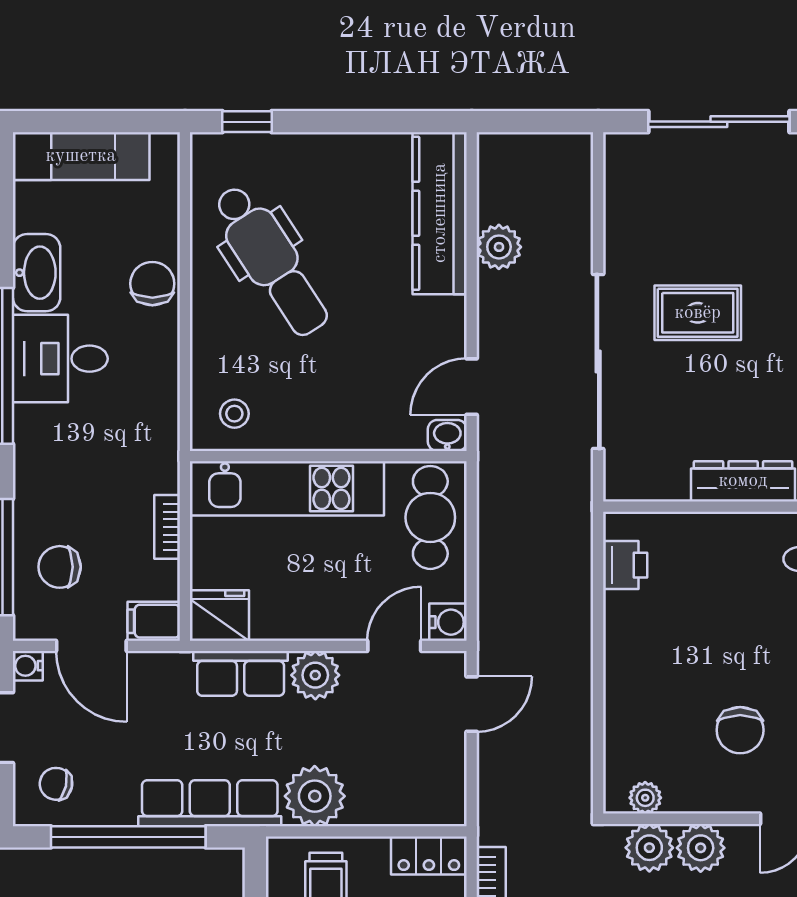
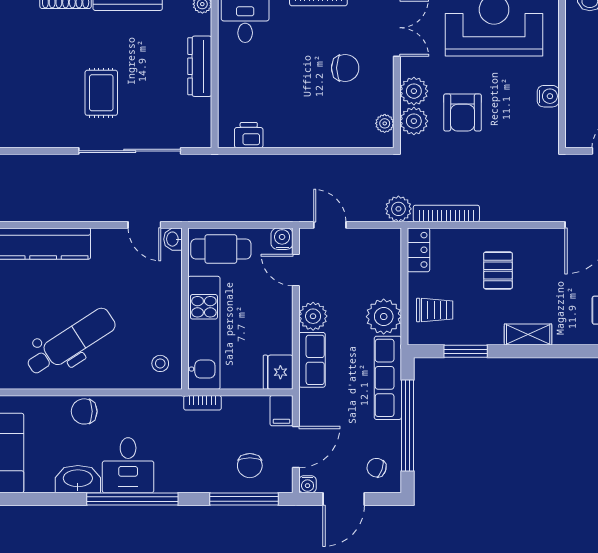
plant: (499, 247) -> (398, 209), moved
bookcase: (167, 527) -> (202, 403), moved
chair: (56, 784) -> (377, 468), turned 96

